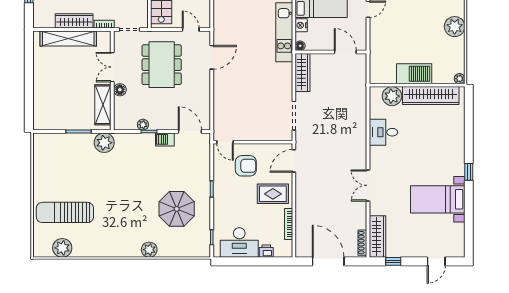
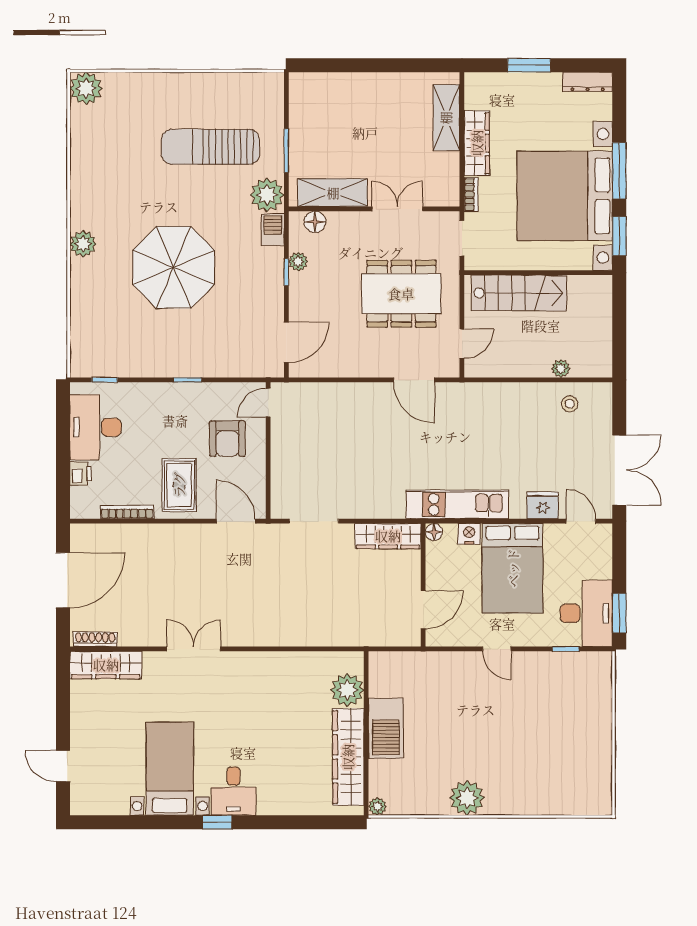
shelving: (68, 38) -> (446, 118), width x0.68
floor lamp: (120, 90) -> (315, 222), moved
desk: (383, 132) -> (233, 791), moved, turned 180
barbecue: (165, 139) -> (273, 230), moved
parasol: (177, 209) -> (174, 267), moved, width x1.36, depth x1.36
sun lounger: (65, 212) -> (210, 147), moved, turned -90
plant: (62, 248) -> (86, 88), moved
plant: (149, 250) -> (83, 244), moved
window: (393, 261) -> (63, 692), removed

